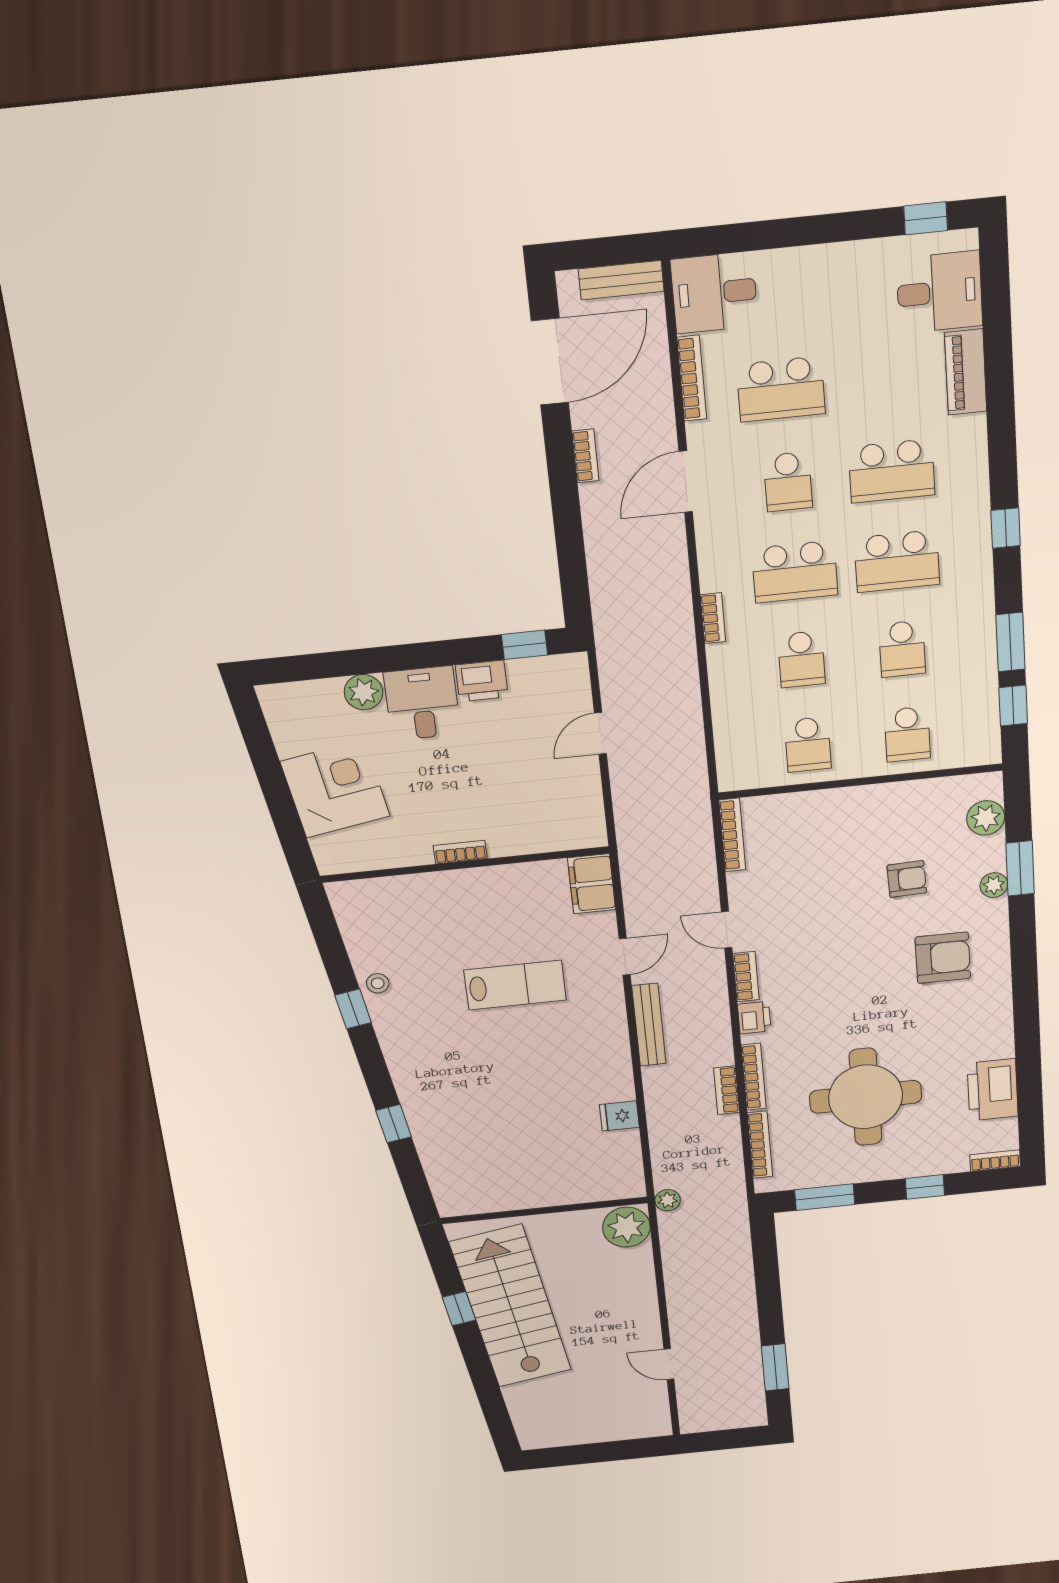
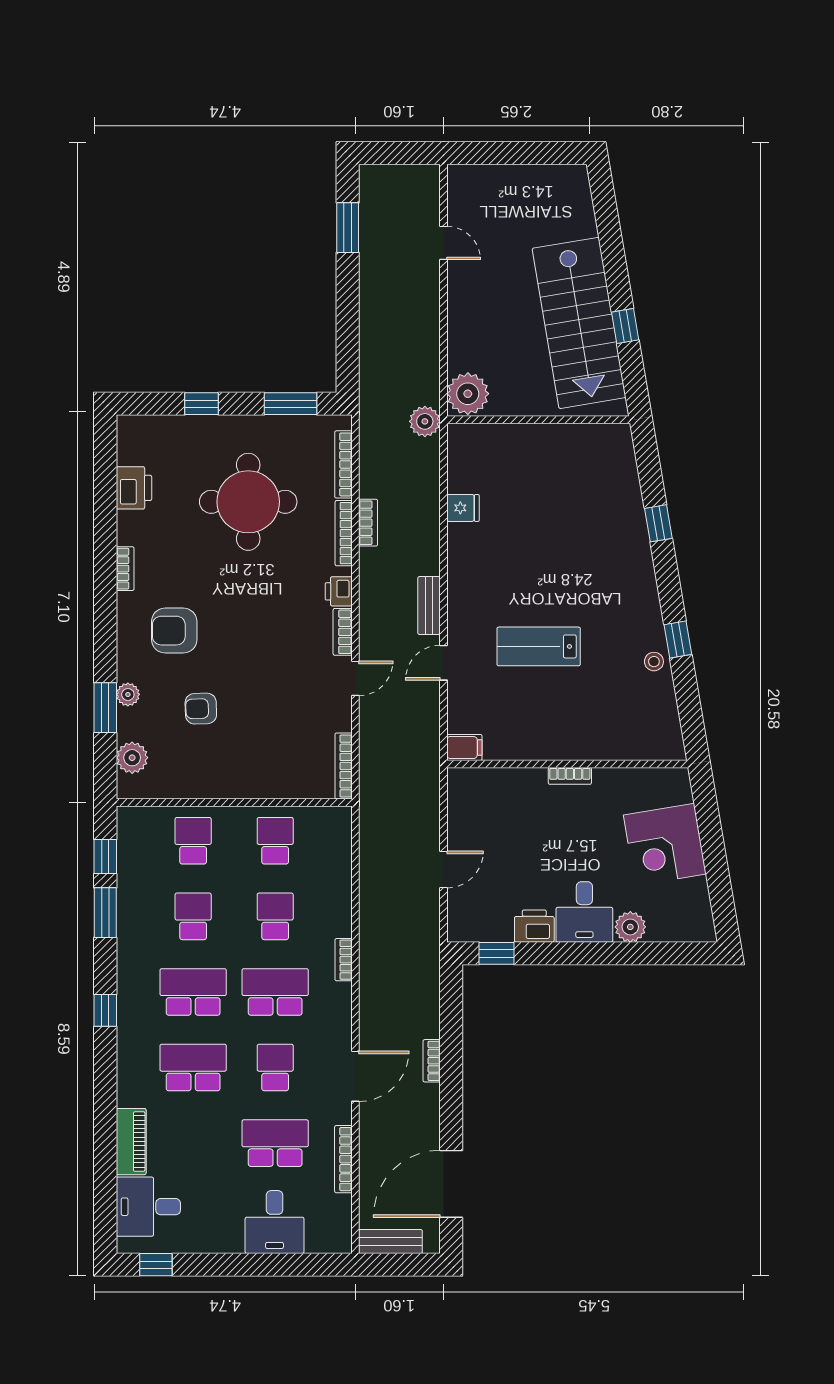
desk: (714, 293) -> (275, 1222), moved, turned 90
bookcase: (585, 456) -> (432, 1061), moved
filing cabinet: (592, 884) -> (464, 747), width x0.50
door: (727, 930) -> (355, 678), hinge flipped
bench: (649, 1025) -> (429, 605), width x0.73
printer: (993, 1090) -> (134, 488), width x0.73, depth x0.84
bookcase: (995, 1161) -> (125, 569), moved, turned -90
plant: (668, 1200) -> (425, 421), width x1.38, depth x1.38

